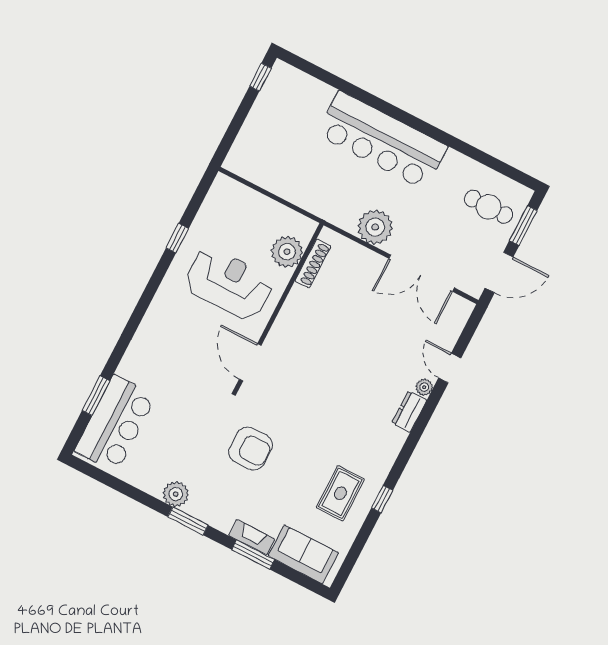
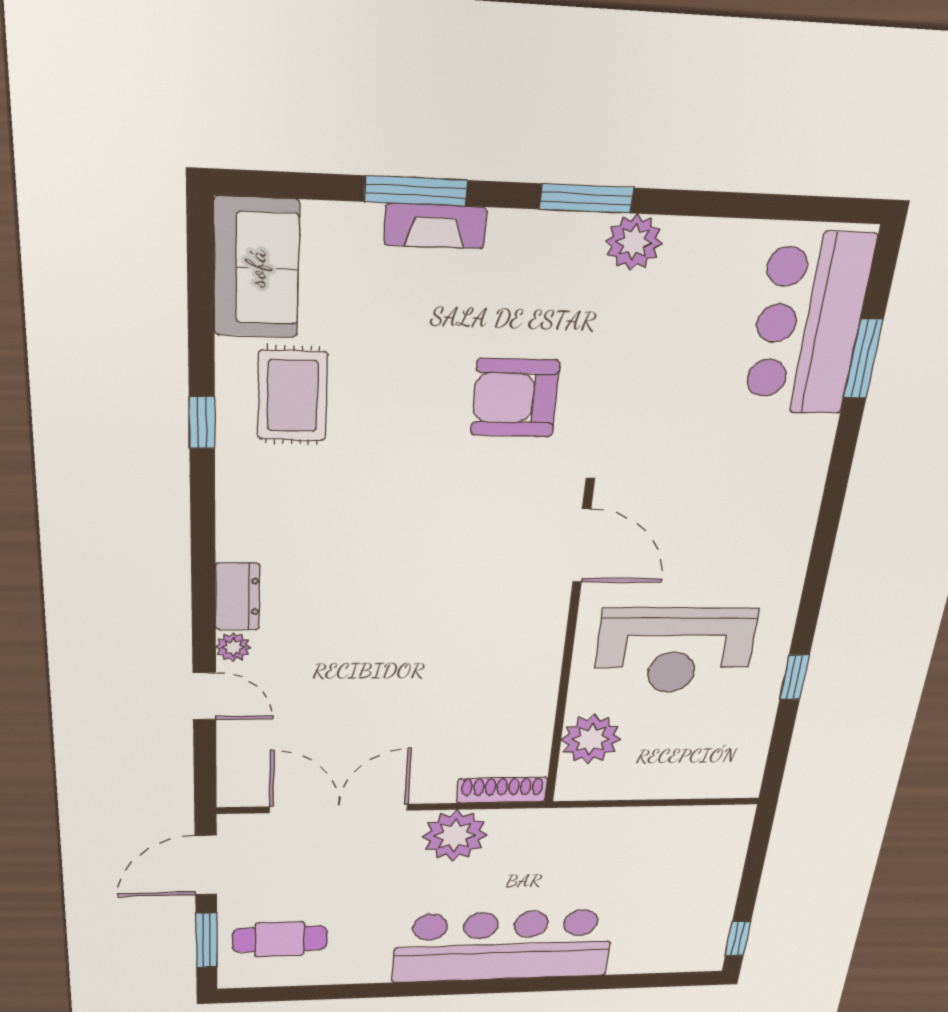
shoe rack: (313, 264) -> (502, 790), moved, turned 90
sofa: (303, 554) -> (256, 268), moved, turned -90

